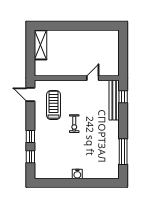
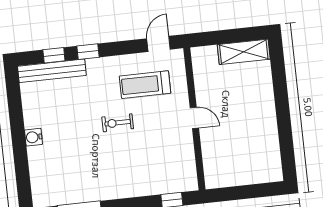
door: (93, 78) -> (194, 118), moved
bench: (114, 100) -> (52, 71), moved
treadmill: (54, 105) -> (145, 85), turned 180

